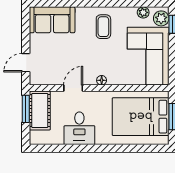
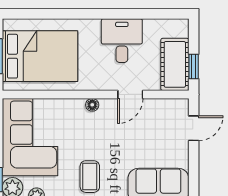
window: (26, 109) -> (194, 67), width x0.67

